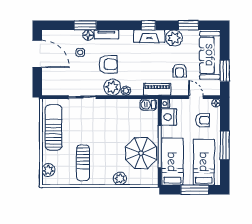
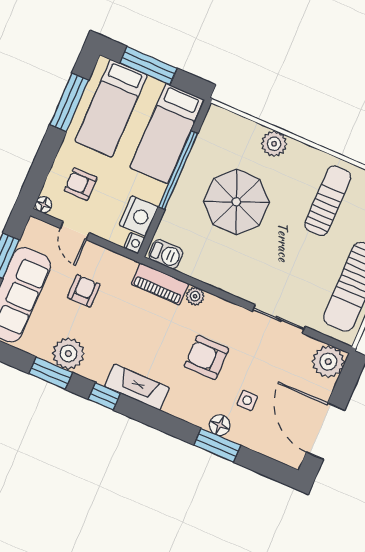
window: (188, 25) -> (51, 373), moved
tv unit: (106, 34) -> (187, 412), removed
fireplace: (149, 36) -> (137, 387), moved
plant: (112, 87) -> (328, 362), moved
piano: (157, 89) -> (160, 284), moved
window: (225, 145) -> (69, 102), moved
parasol: (141, 153) -> (236, 202), moved

